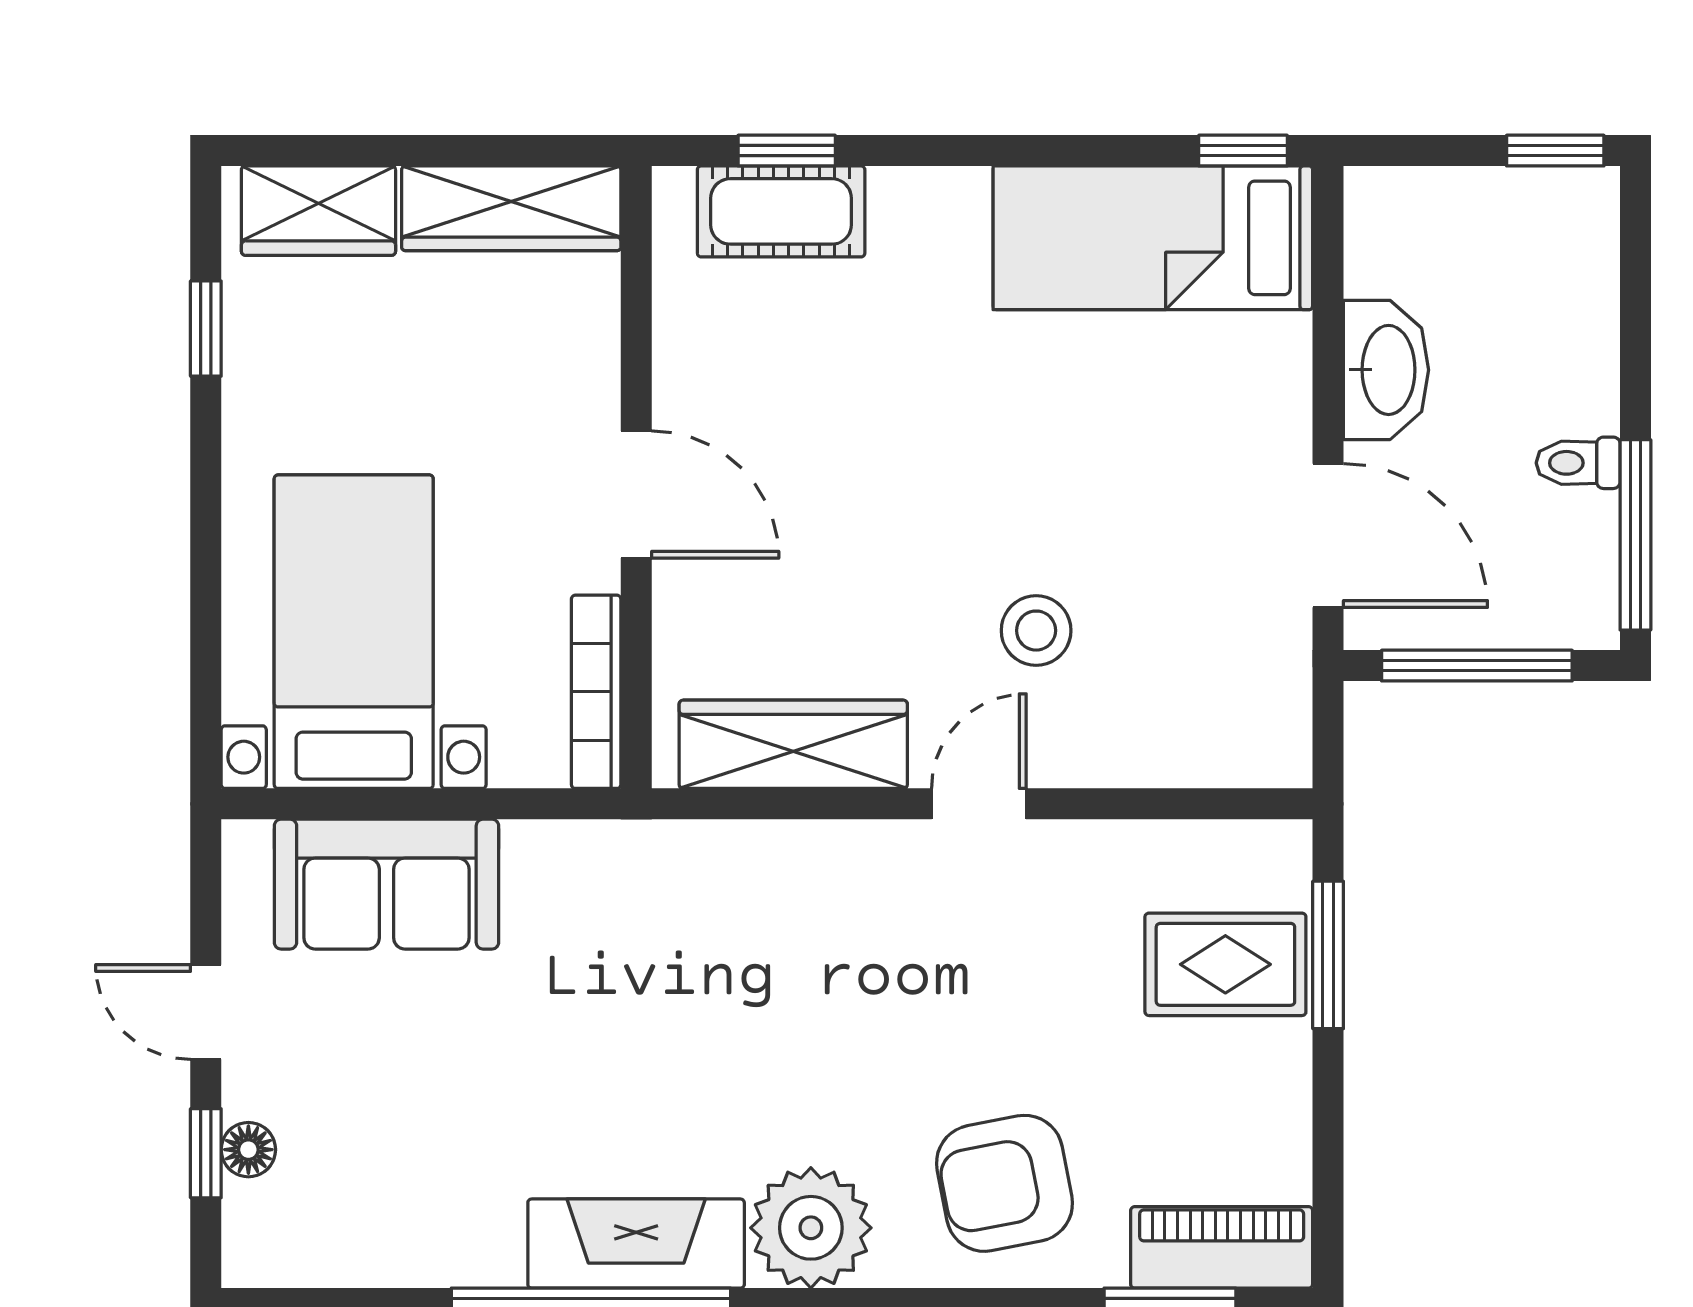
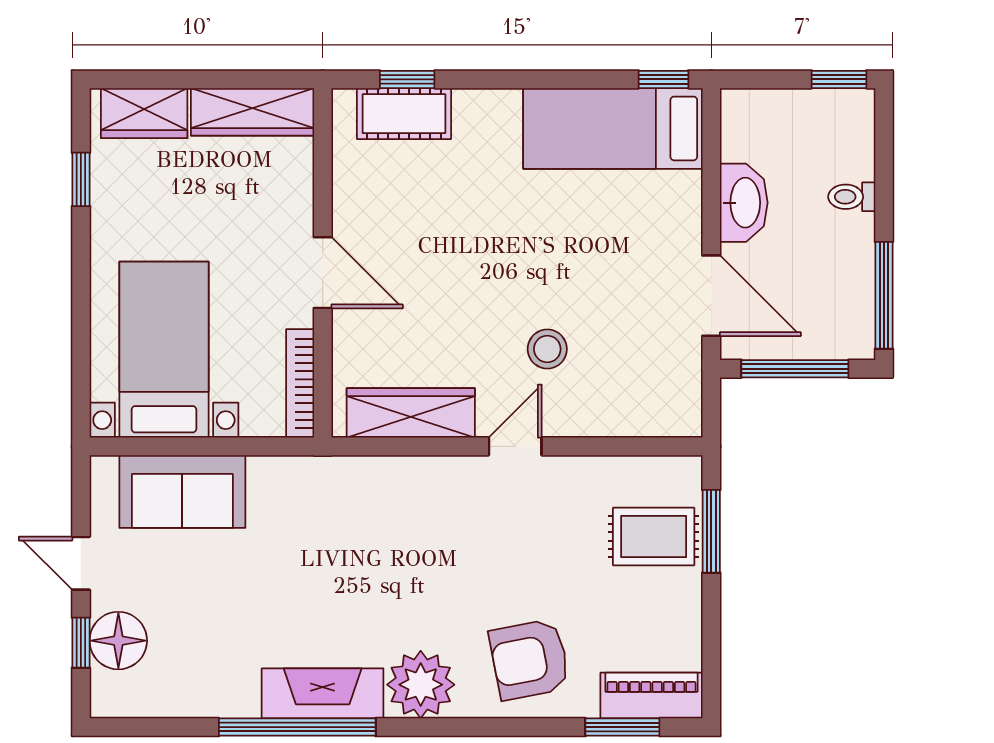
toilet: (1578, 463) -> (852, 197), moved
floor lamp: (248, 1150) -> (118, 641), width x1.89, depth x1.89

